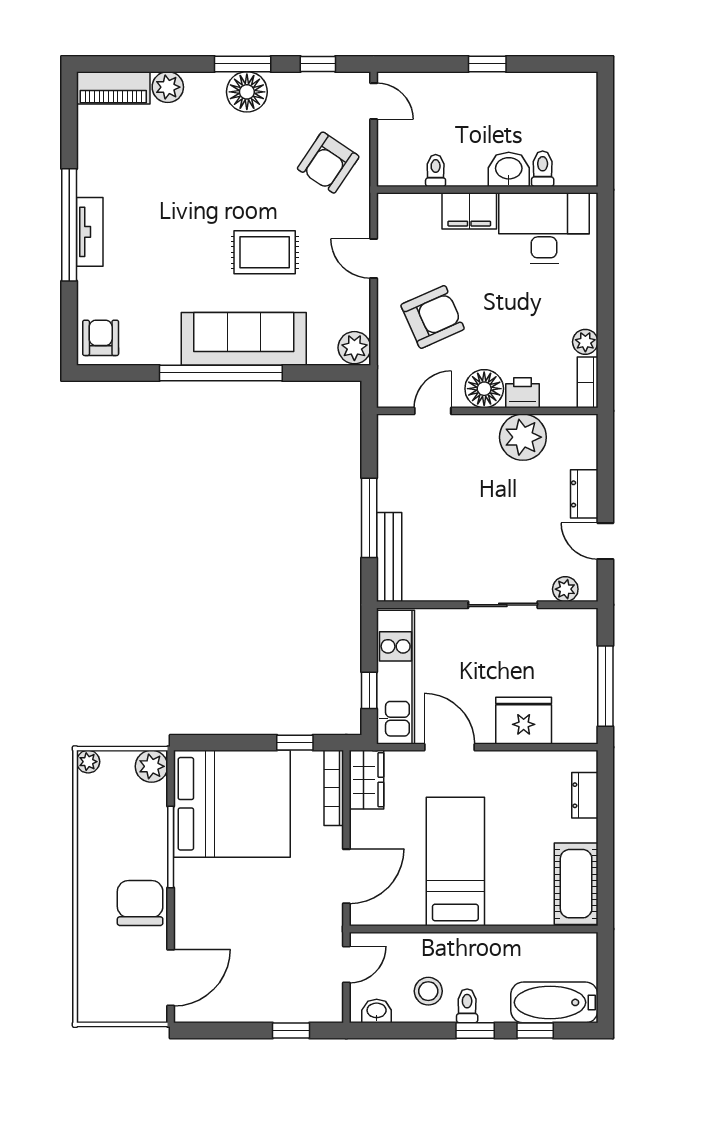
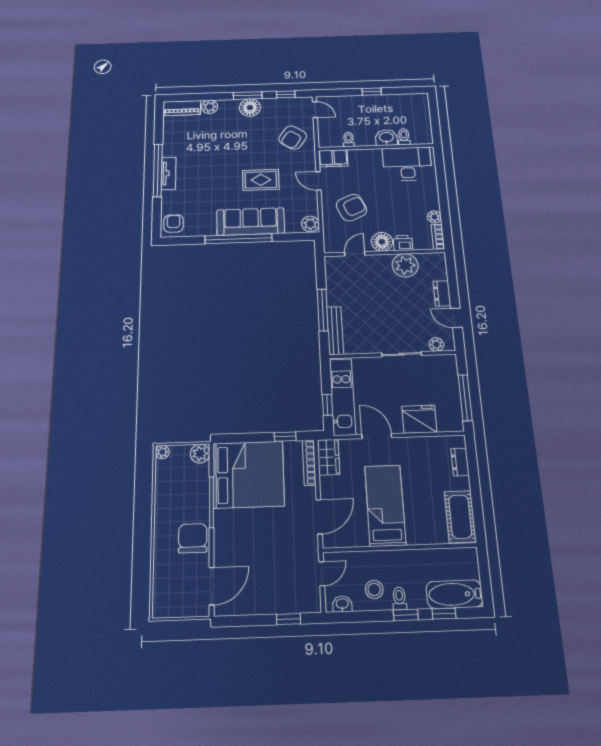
filing cabinet: (469, 211) -> (333, 158), moved

